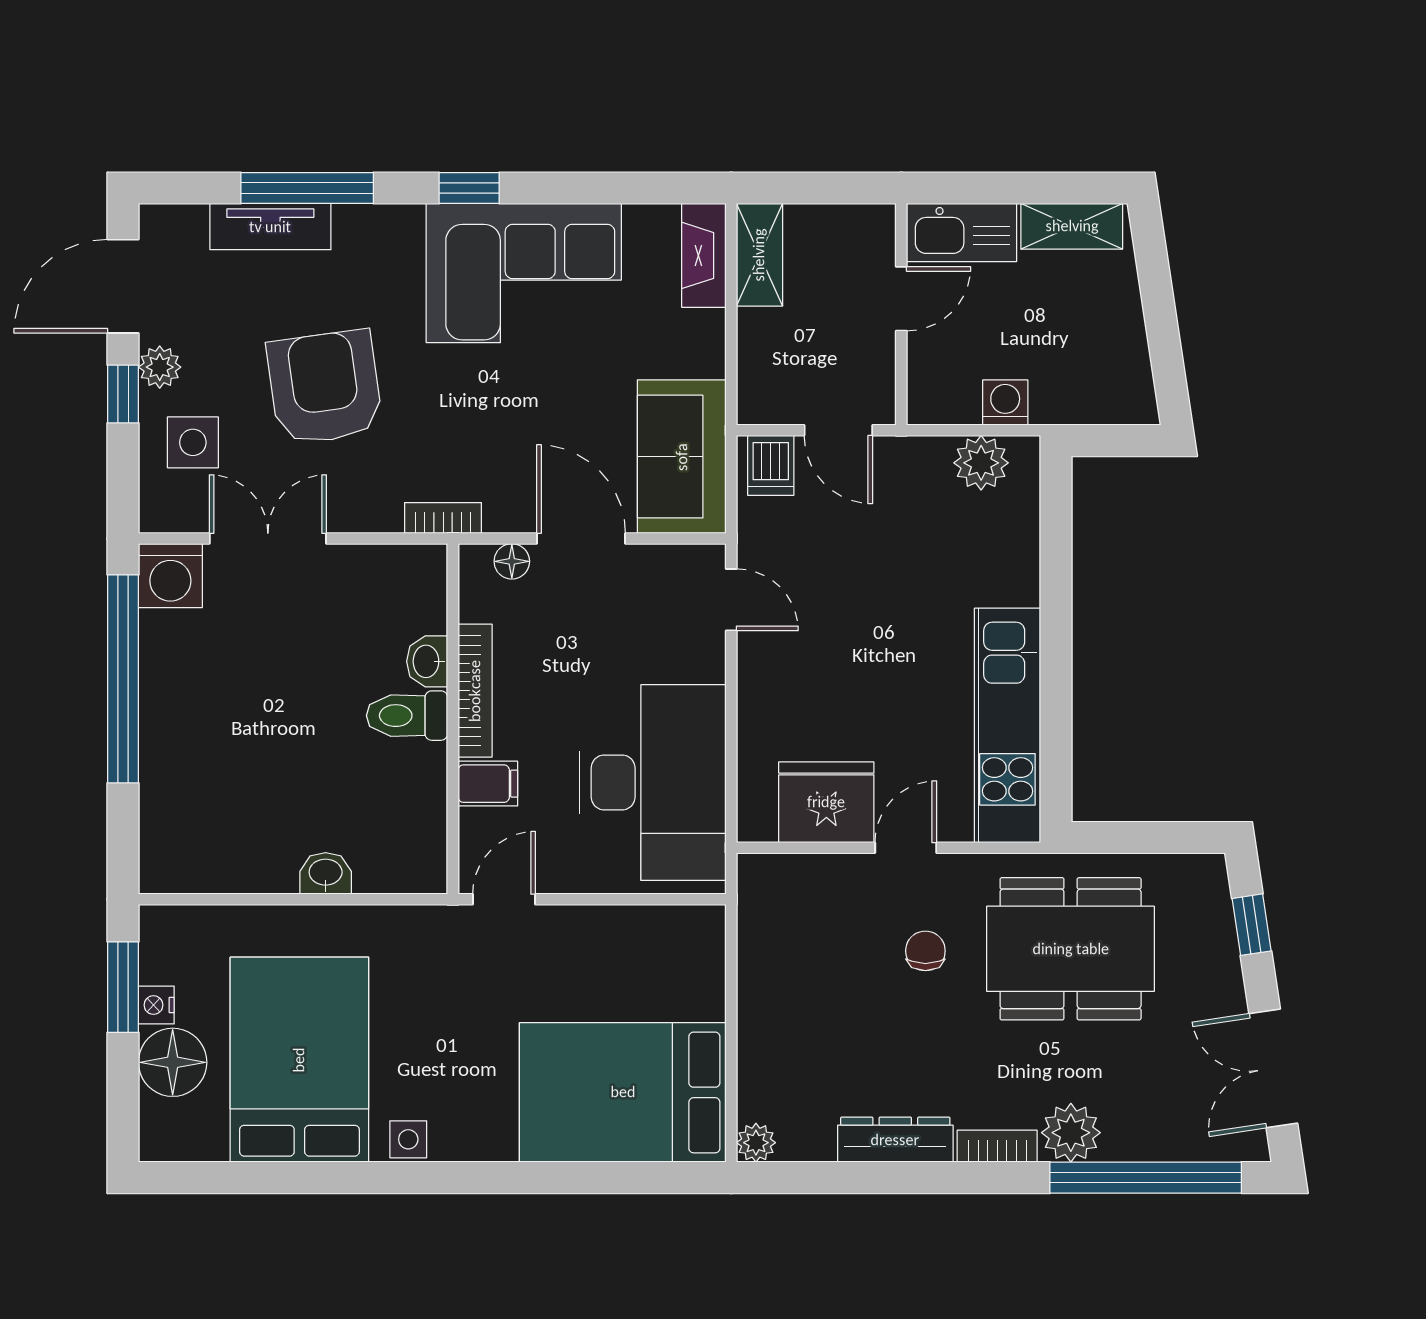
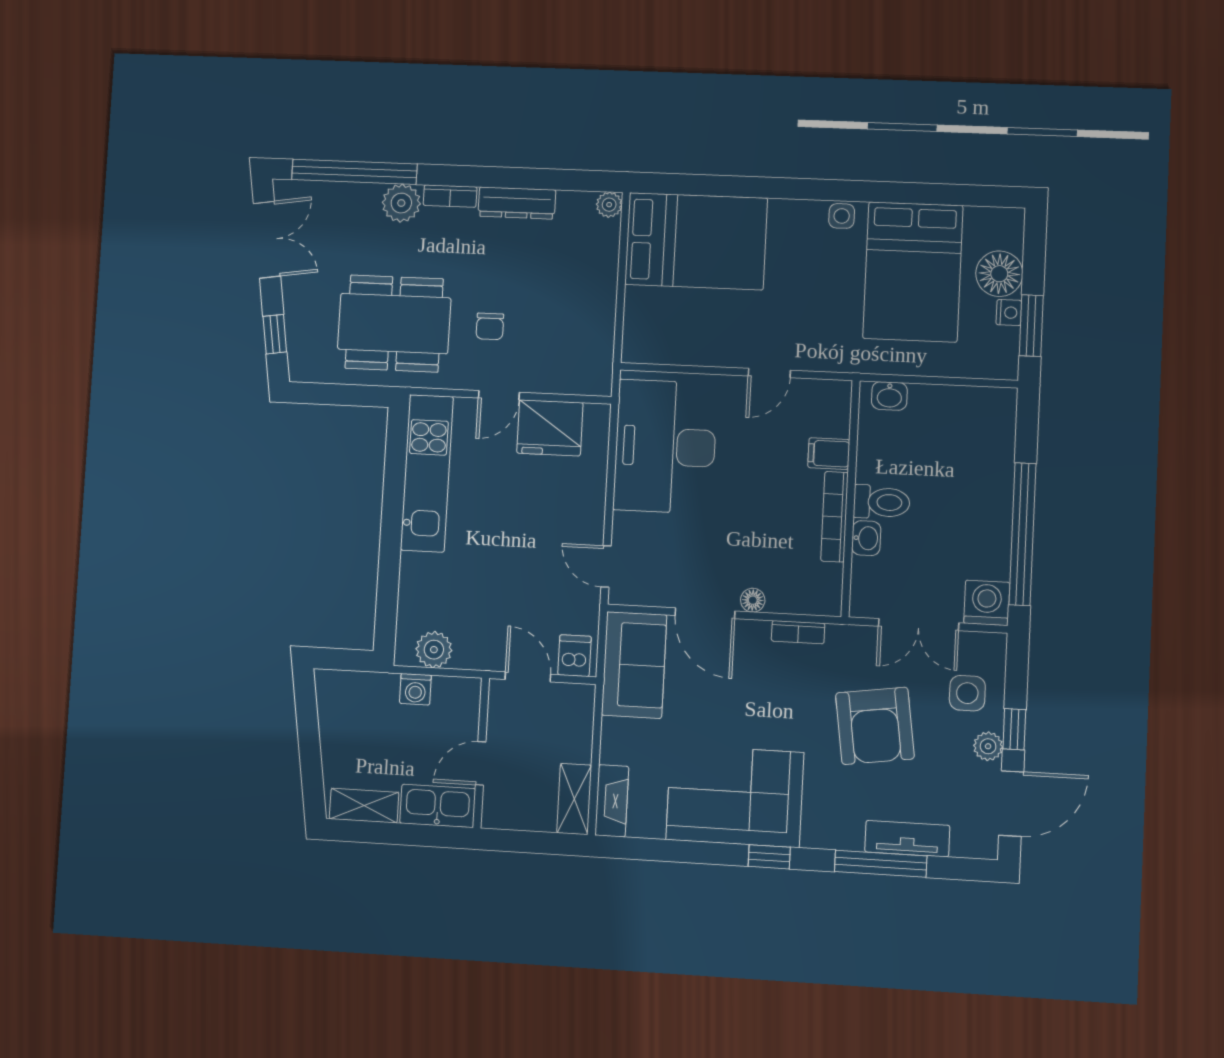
washbasin: (427, 661) -> (866, 538), moved
bookcase: (475, 691) -> (835, 517), moved
toilet: (407, 716) -> (882, 502), moved
wall: (453, 719) -> (851, 498), moved
filing cabinet: (488, 784) -> (829, 454), moved

